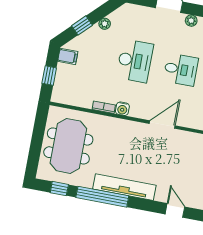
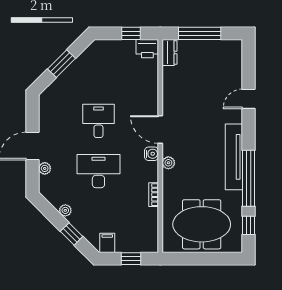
plant: (191, 21) -> (45, 168), moved
water cooler: (122, 109) -> (152, 154), moved
plant: (130, 126) -> (168, 163), added

